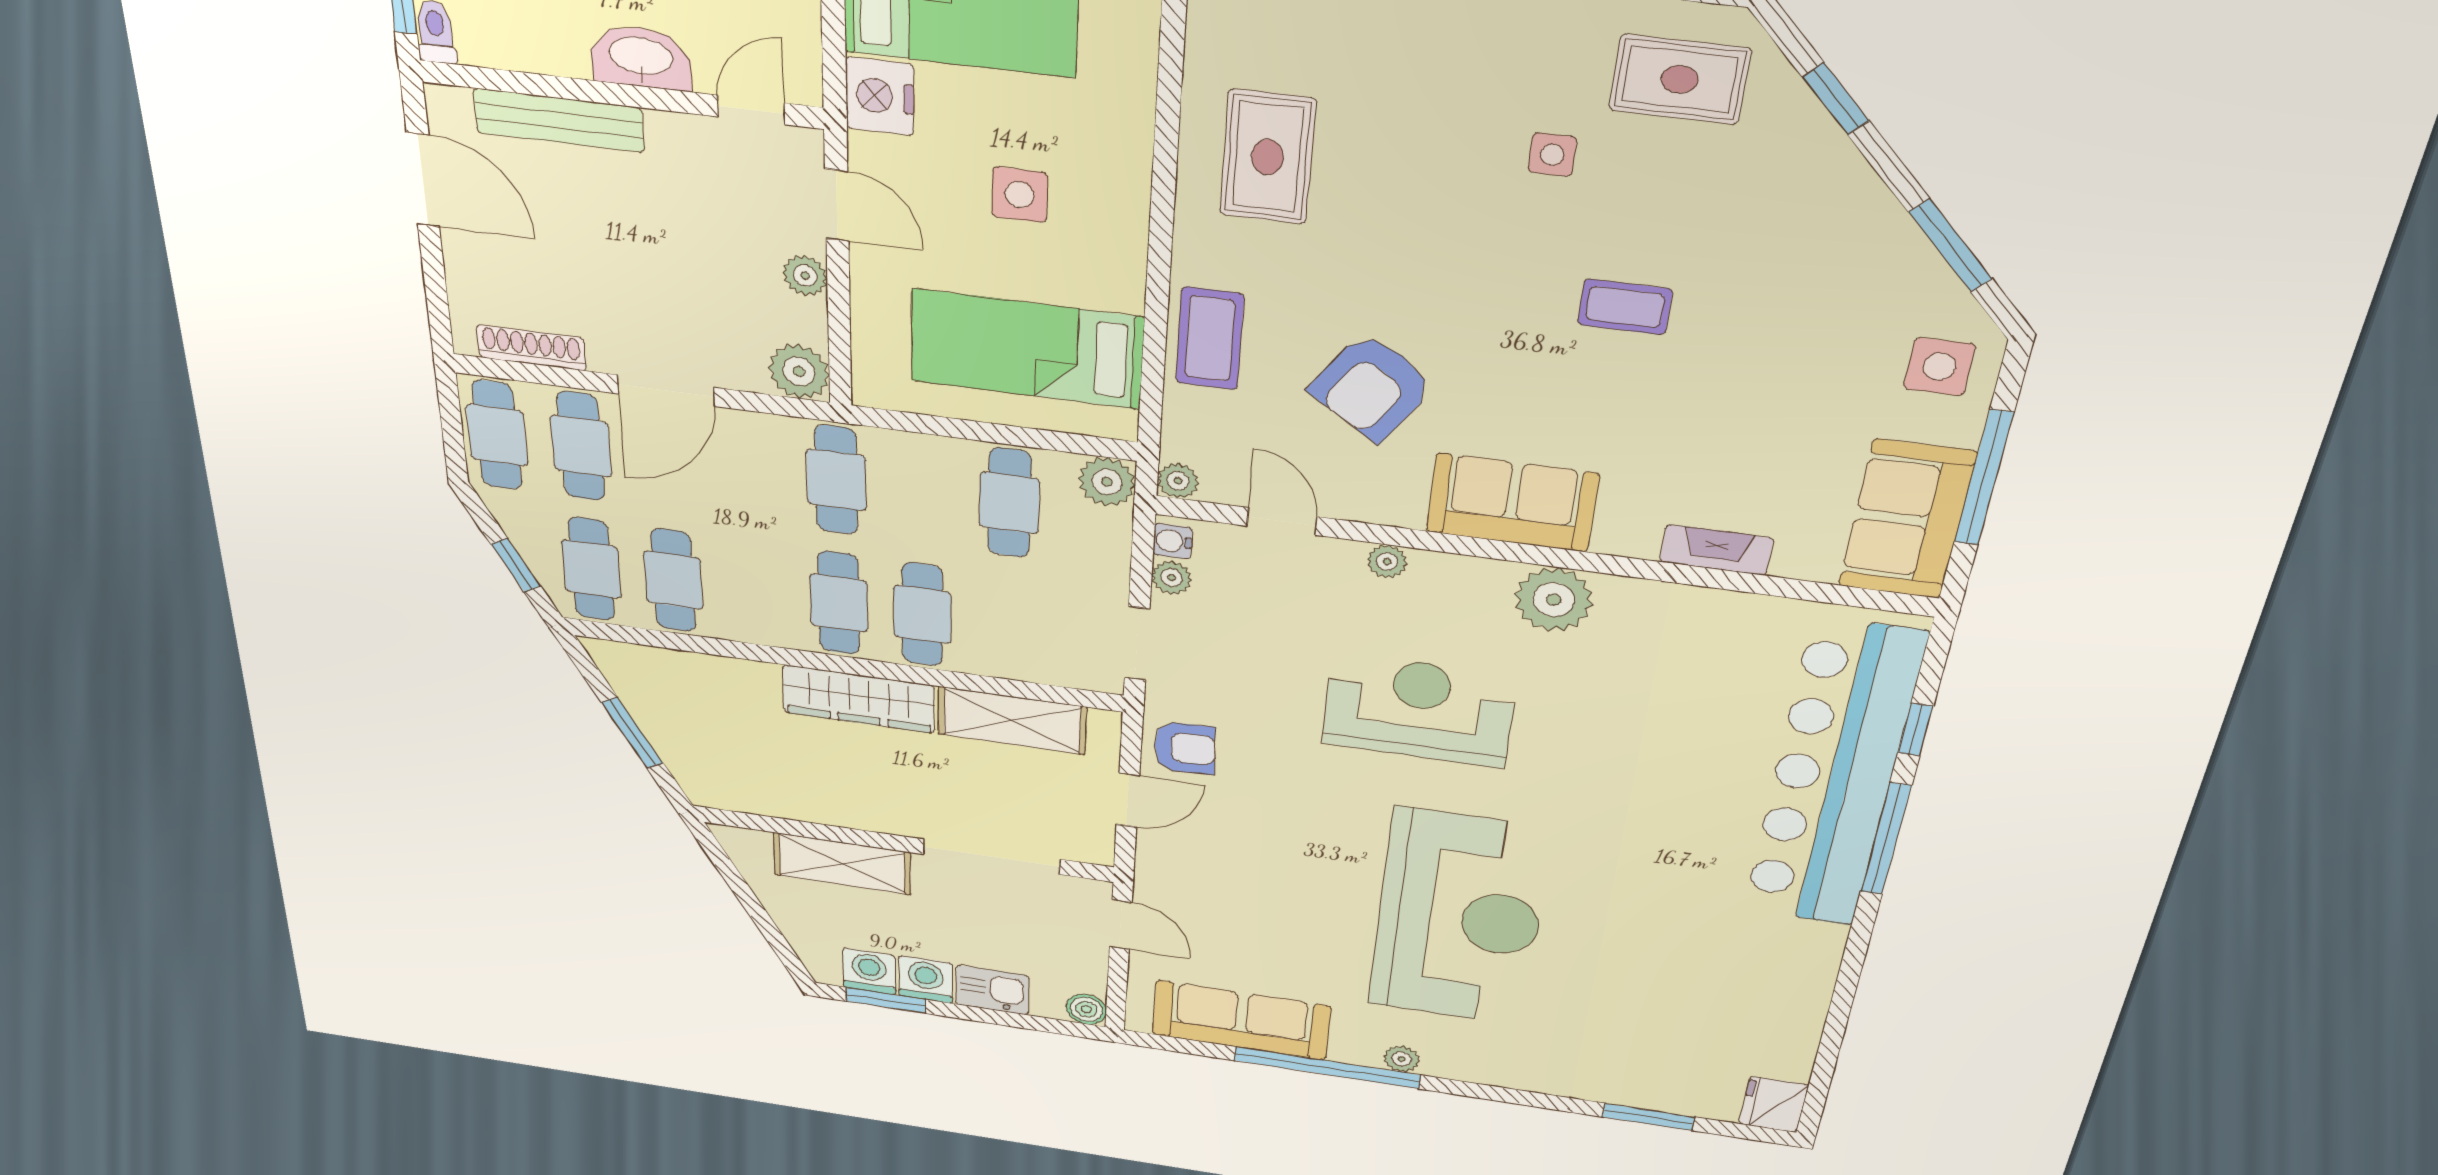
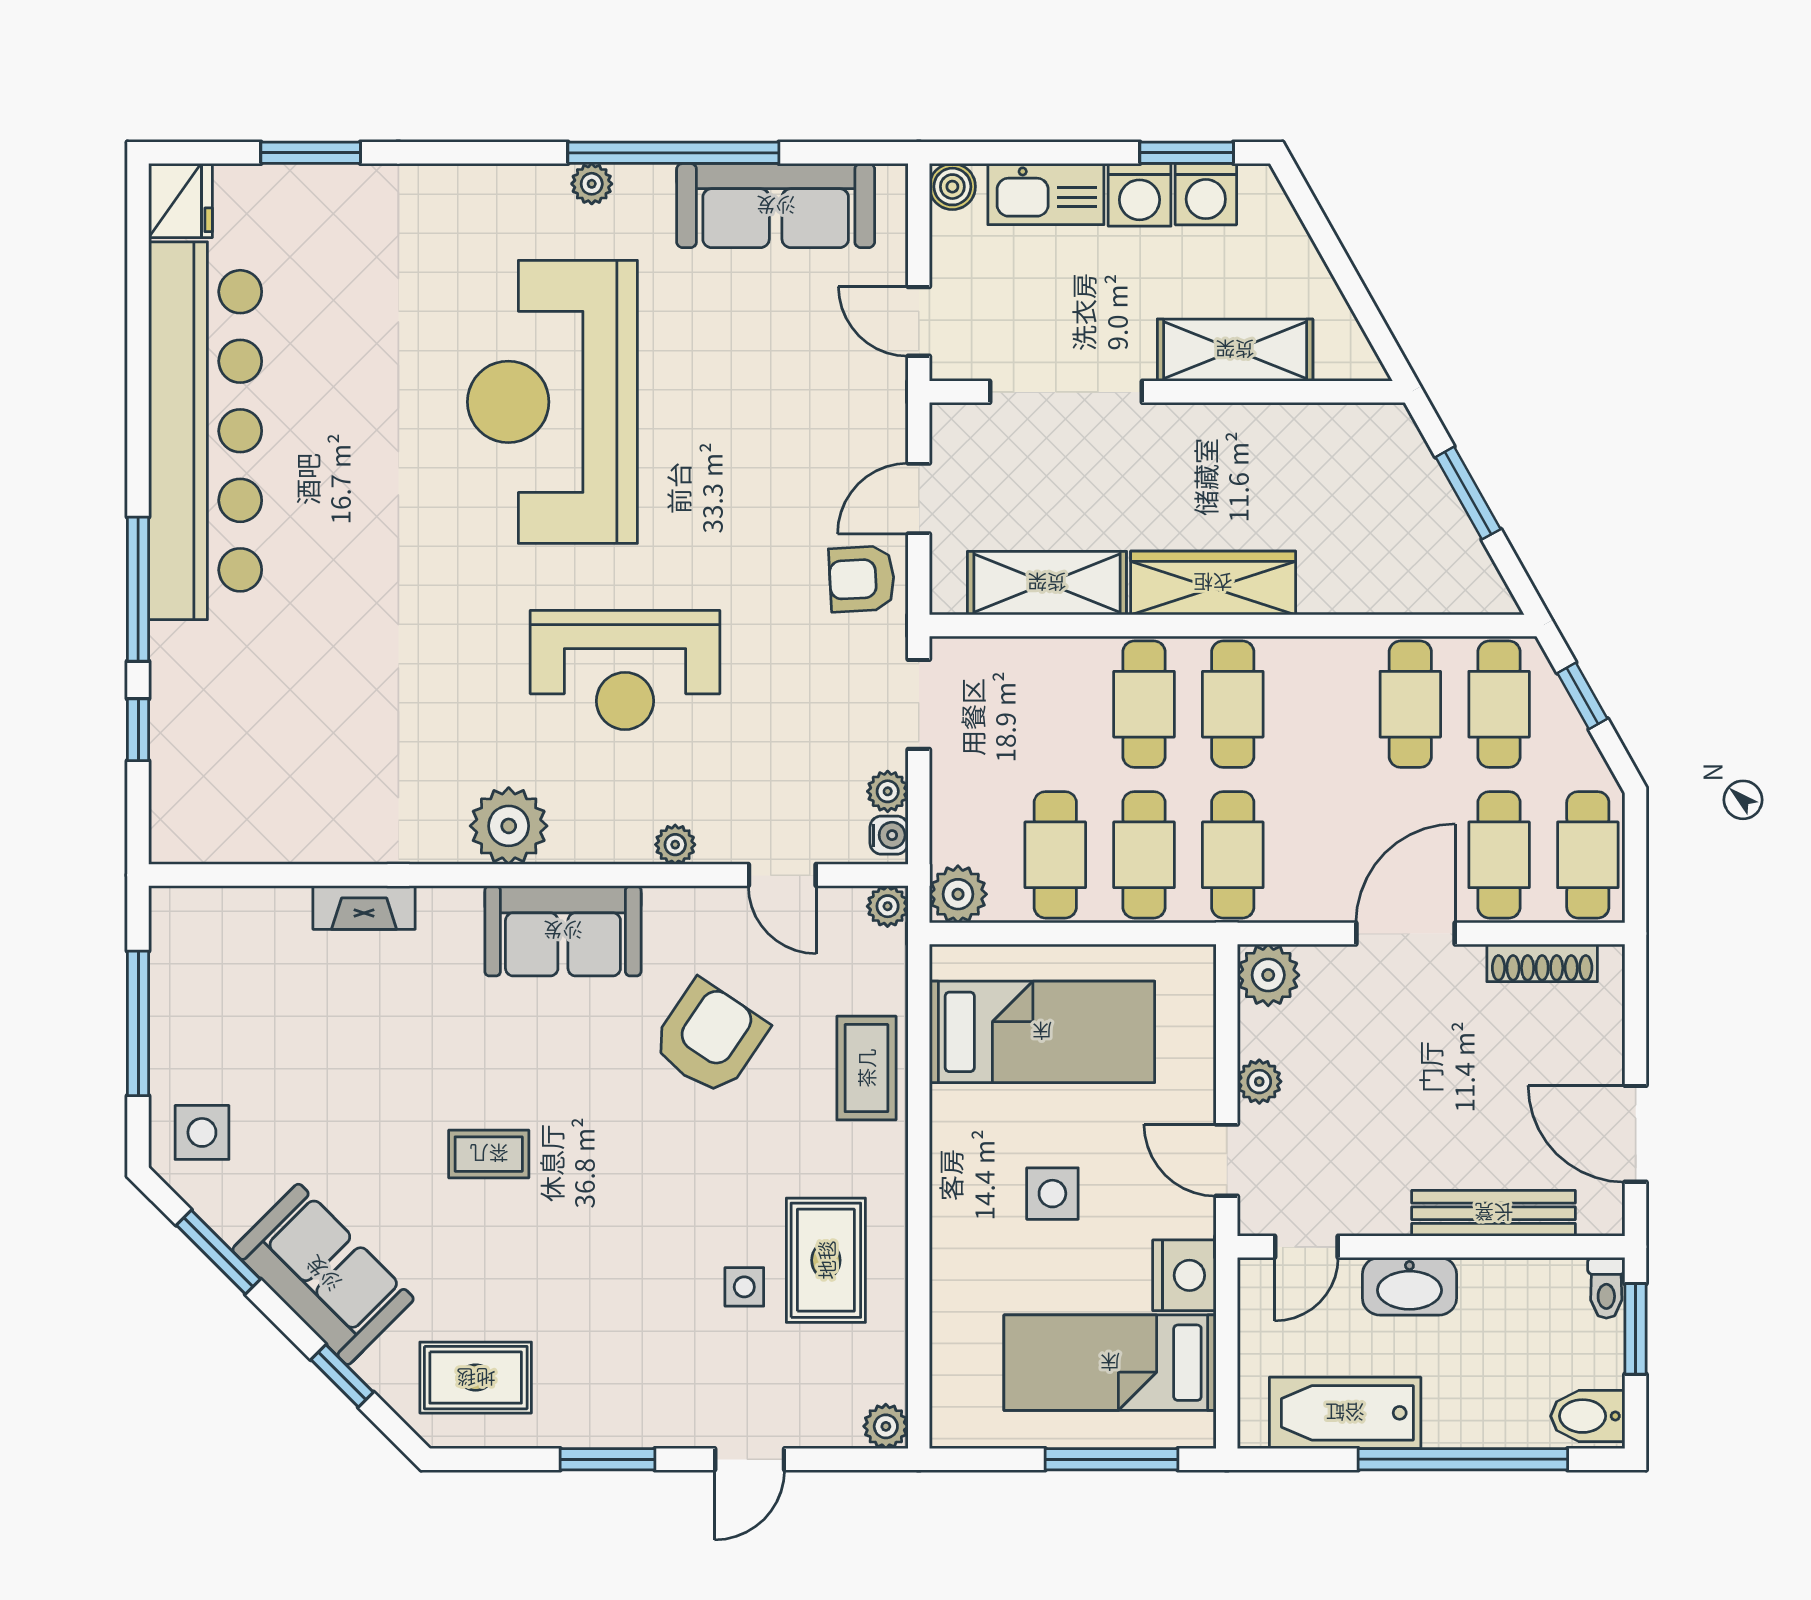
side table: (1552, 155) -> (744, 1287), moved
cafe table: (922, 491) -> (1144, 855), added
sofa: (1907, 520) -> (323, 1274), moved, turned -45
bar counter: (1833, 776) -> (205, 431), moved
kitchen sink: (992, 990) -> (1046, 194), width x1.38

